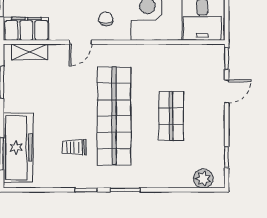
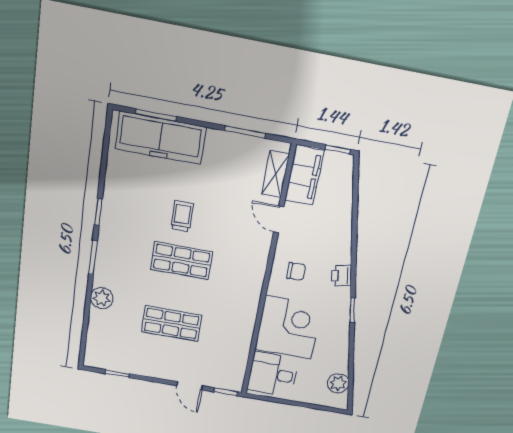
door: (80, 42) -> (279, 219), moved
shop shelf: (114, 116) -> (181, 261), width x0.50, depth x0.74
trolley: (74, 147) -> (182, 216), moved
plant: (203, 179) -> (102, 298), moved

